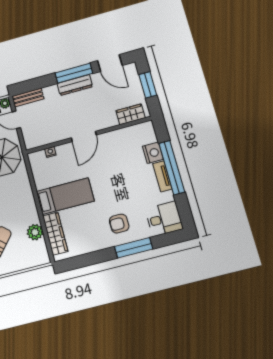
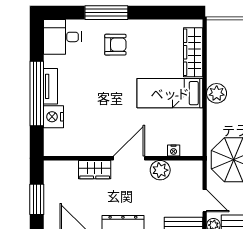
wardrobe: (130, 114) -> (95, 170), moved
plant: (57, 134) -> (160, 170), added
plant: (35, 232) -> (217, 93), moved

